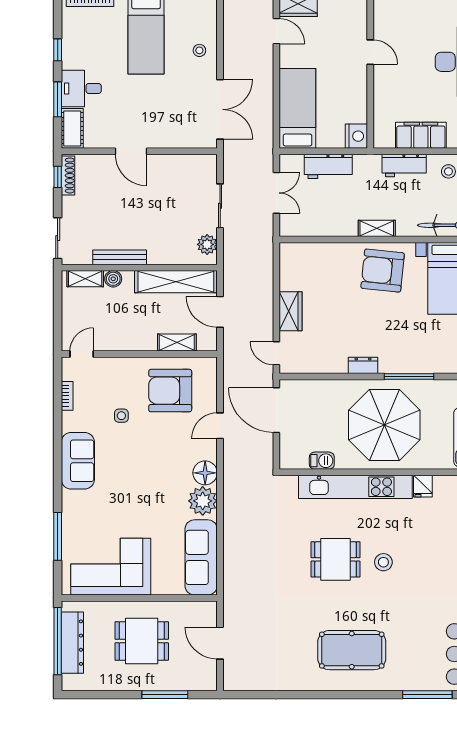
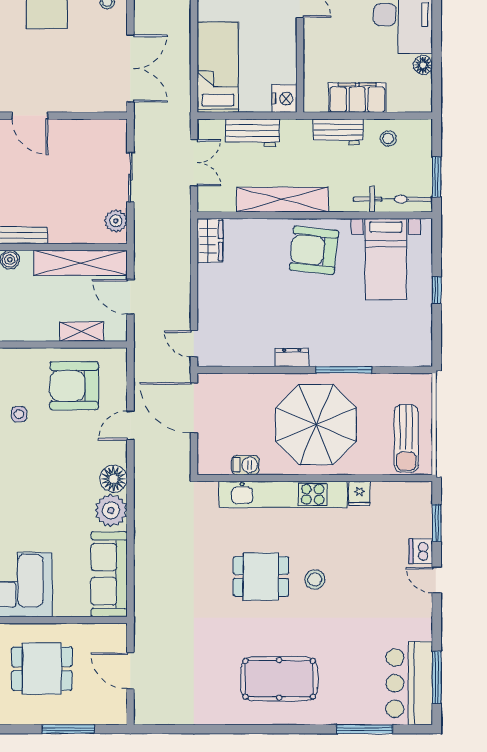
shelving: (377, 228) -> (282, 200), width x2.20, depth x1.33
wardrobe: (291, 311) -> (210, 241), moved

